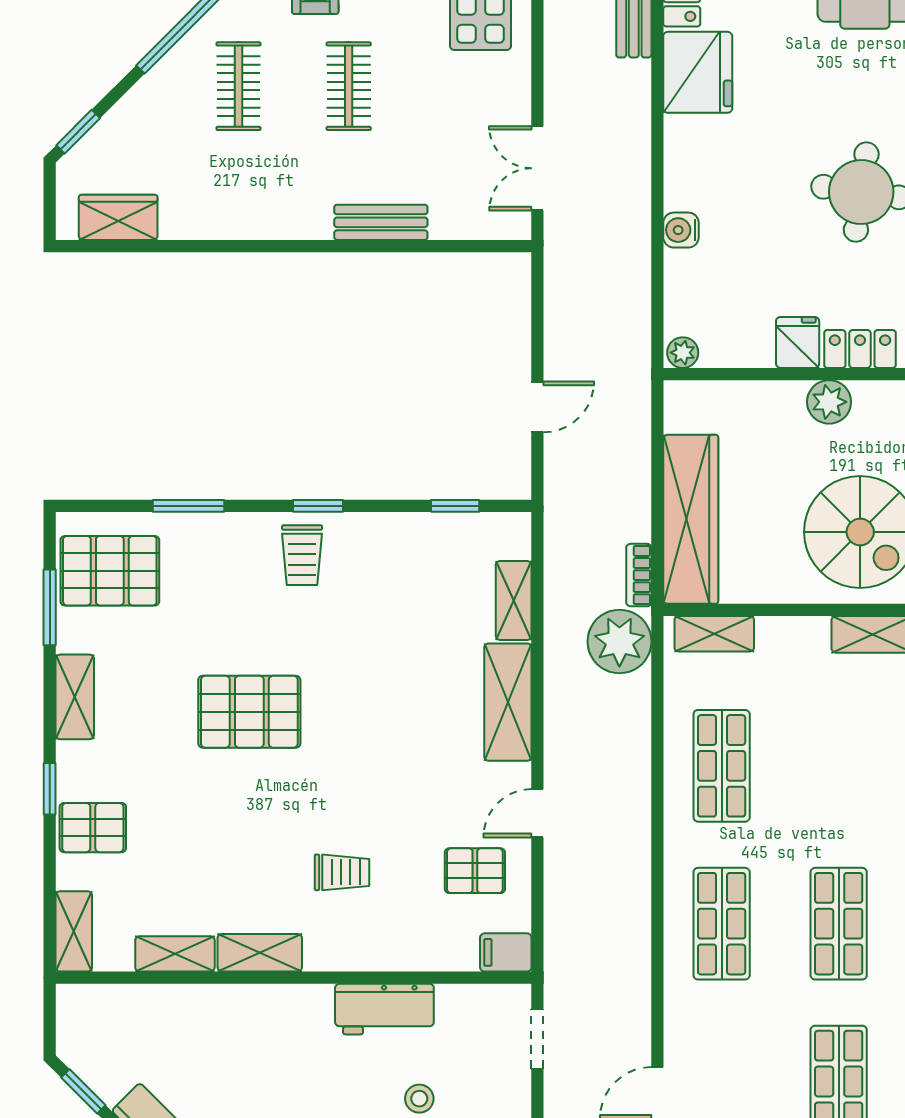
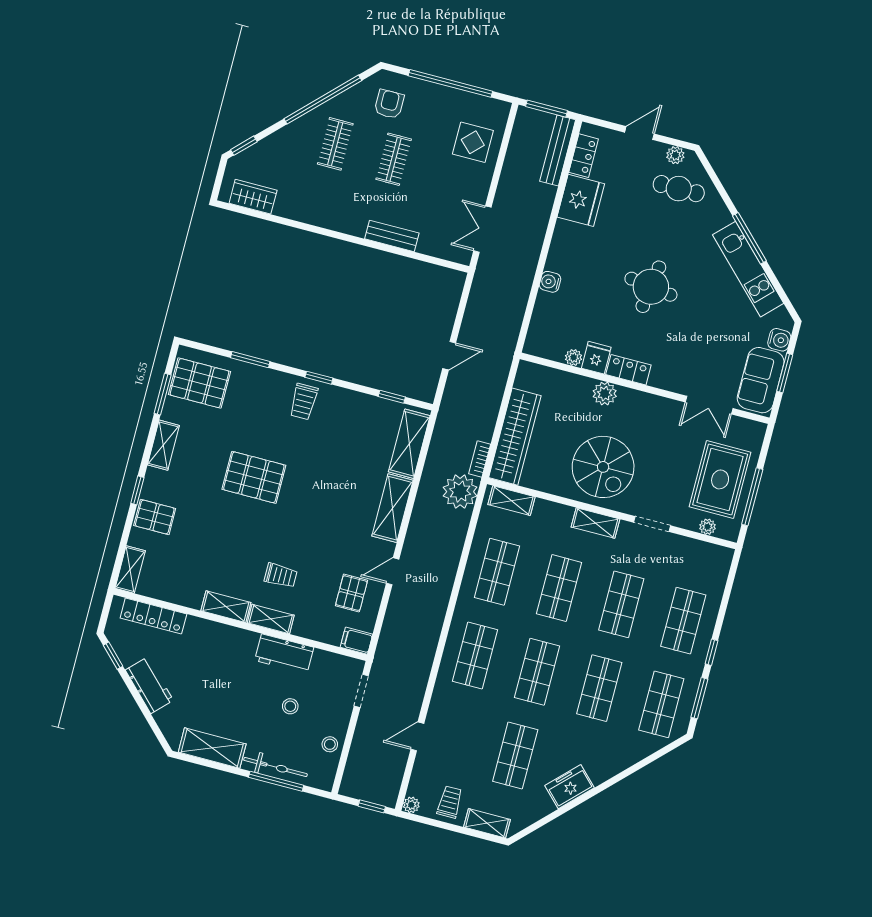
plant: (683, 353) -> (574, 357), moved
shelving: (514, 600) -> (409, 444), width x1.50, depth x1.33
shop shelf: (839, 766) -> (559, 588), added
pallet: (475, 871) -> (351, 593), turned 90
shelving: (175, 954) -> (271, 619), moved
locker: (136, 1003) -> (153, 616), added

